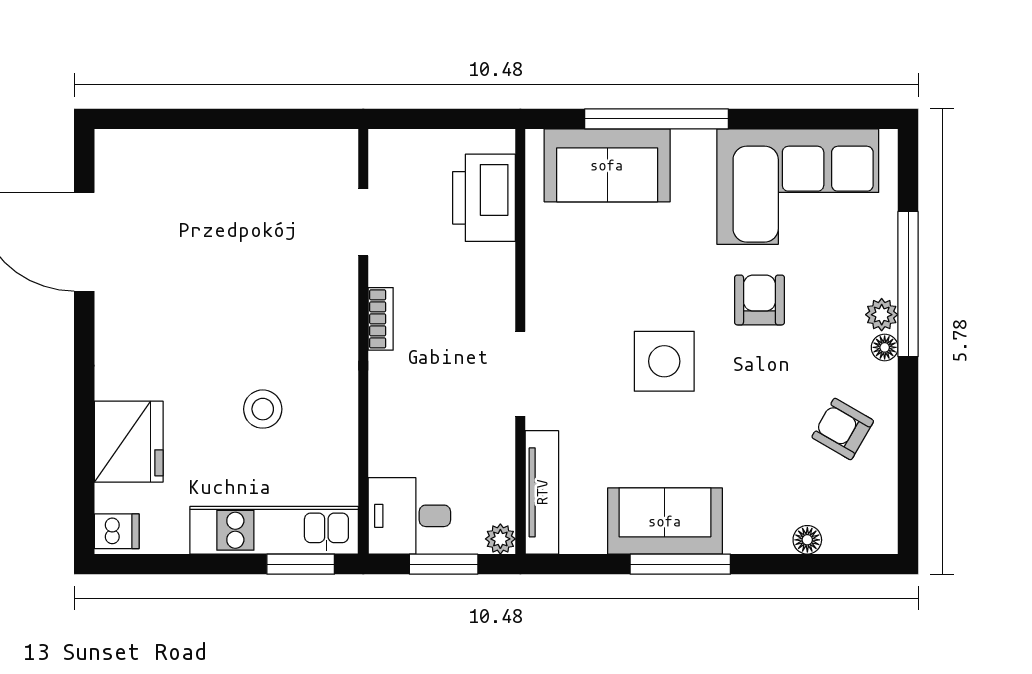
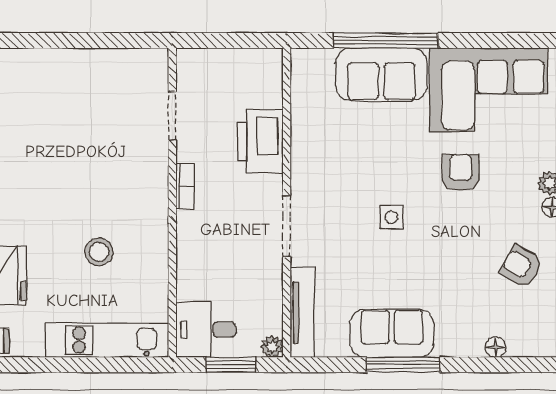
sofa: (607, 165) -> (381, 74), moved
printer: (484, 198) -> (260, 142), moved
side table: (664, 361) -> (391, 217), width x0.54, depth x0.54
window: (301, 564) -> (127, 365), removed

